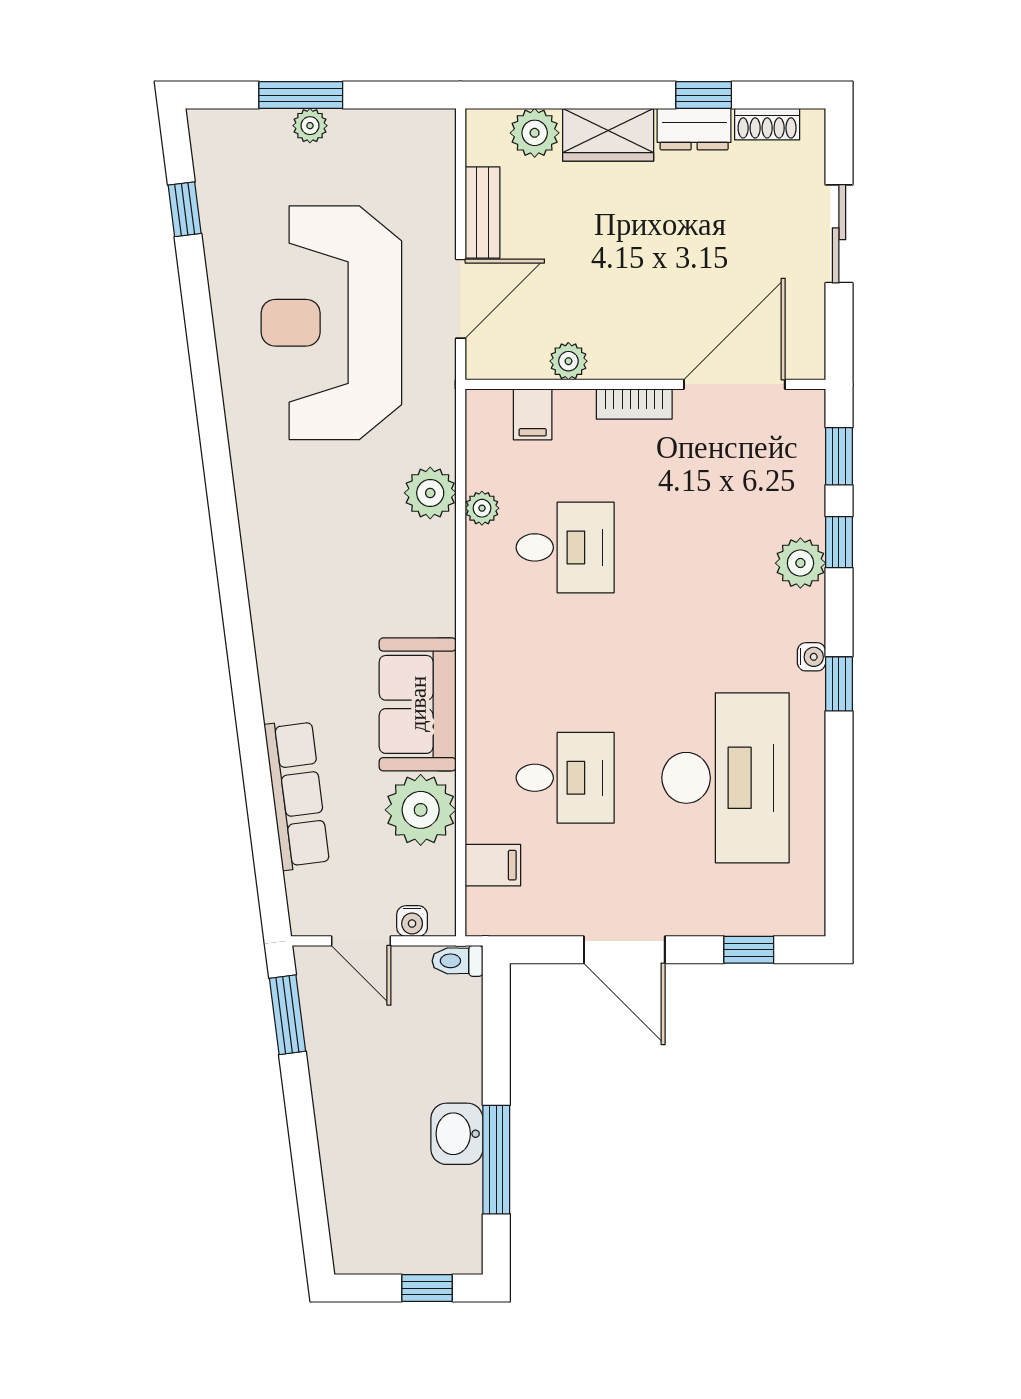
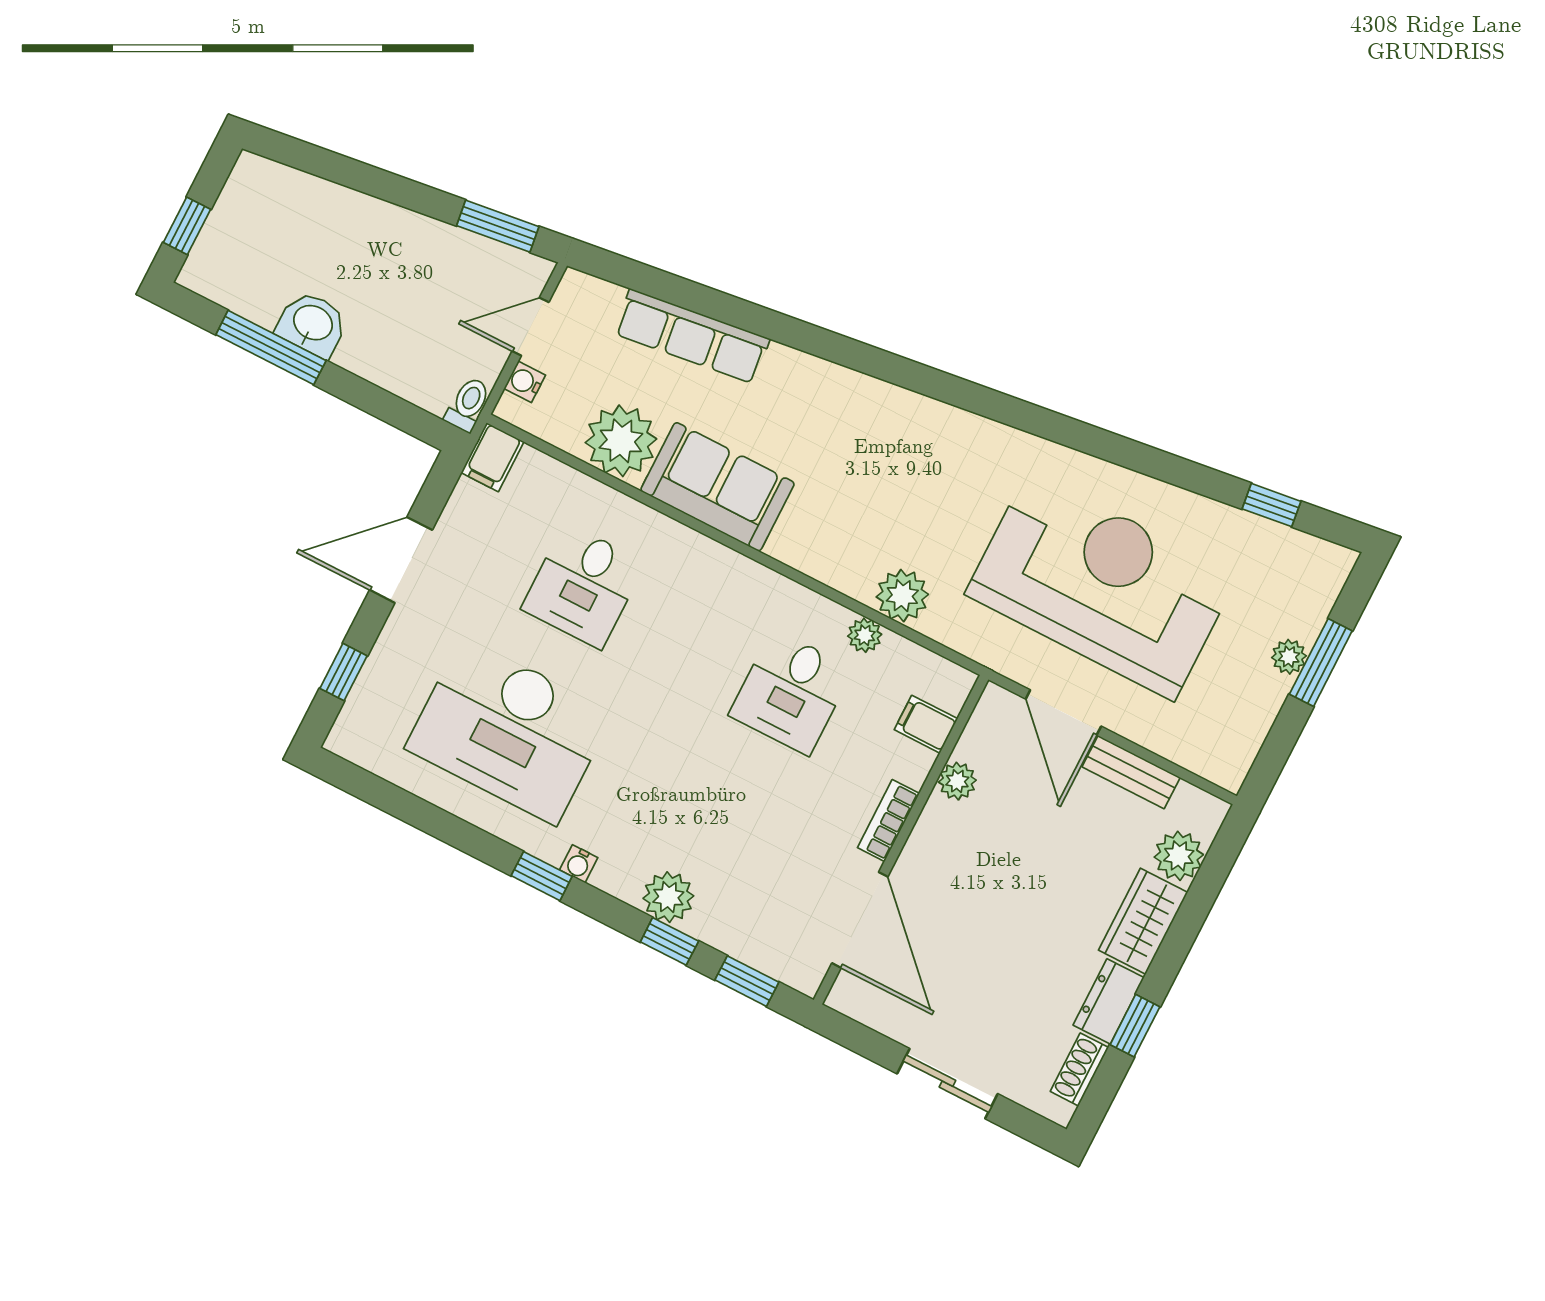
filing cabinet: (493, 865) -> (492, 457), moved

